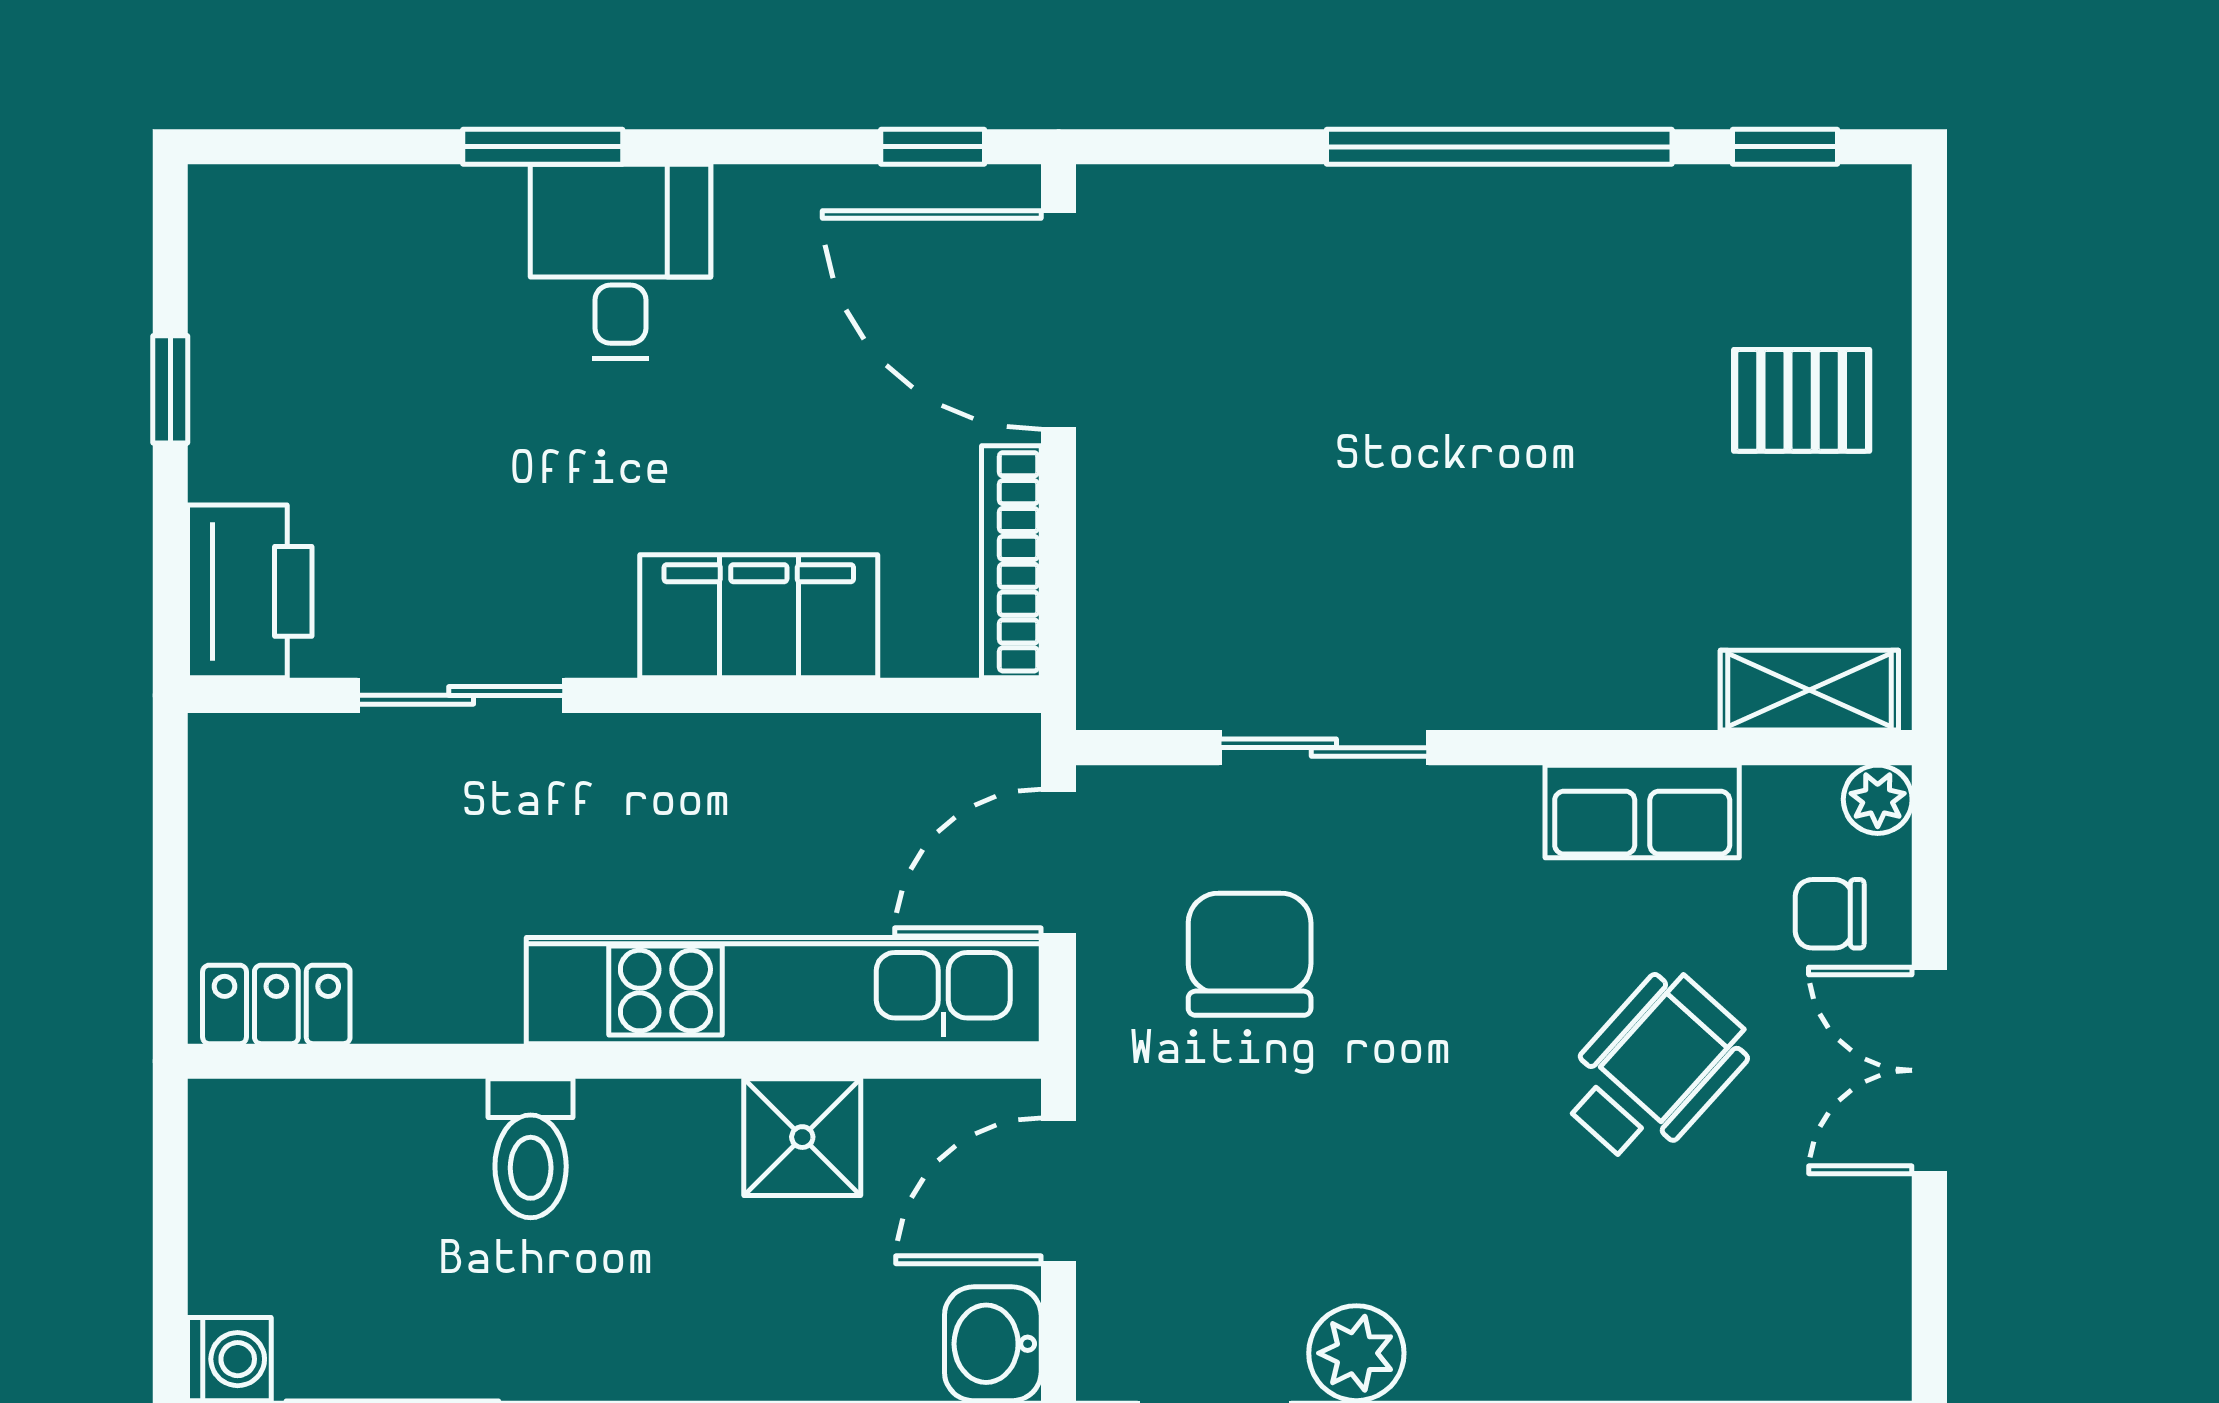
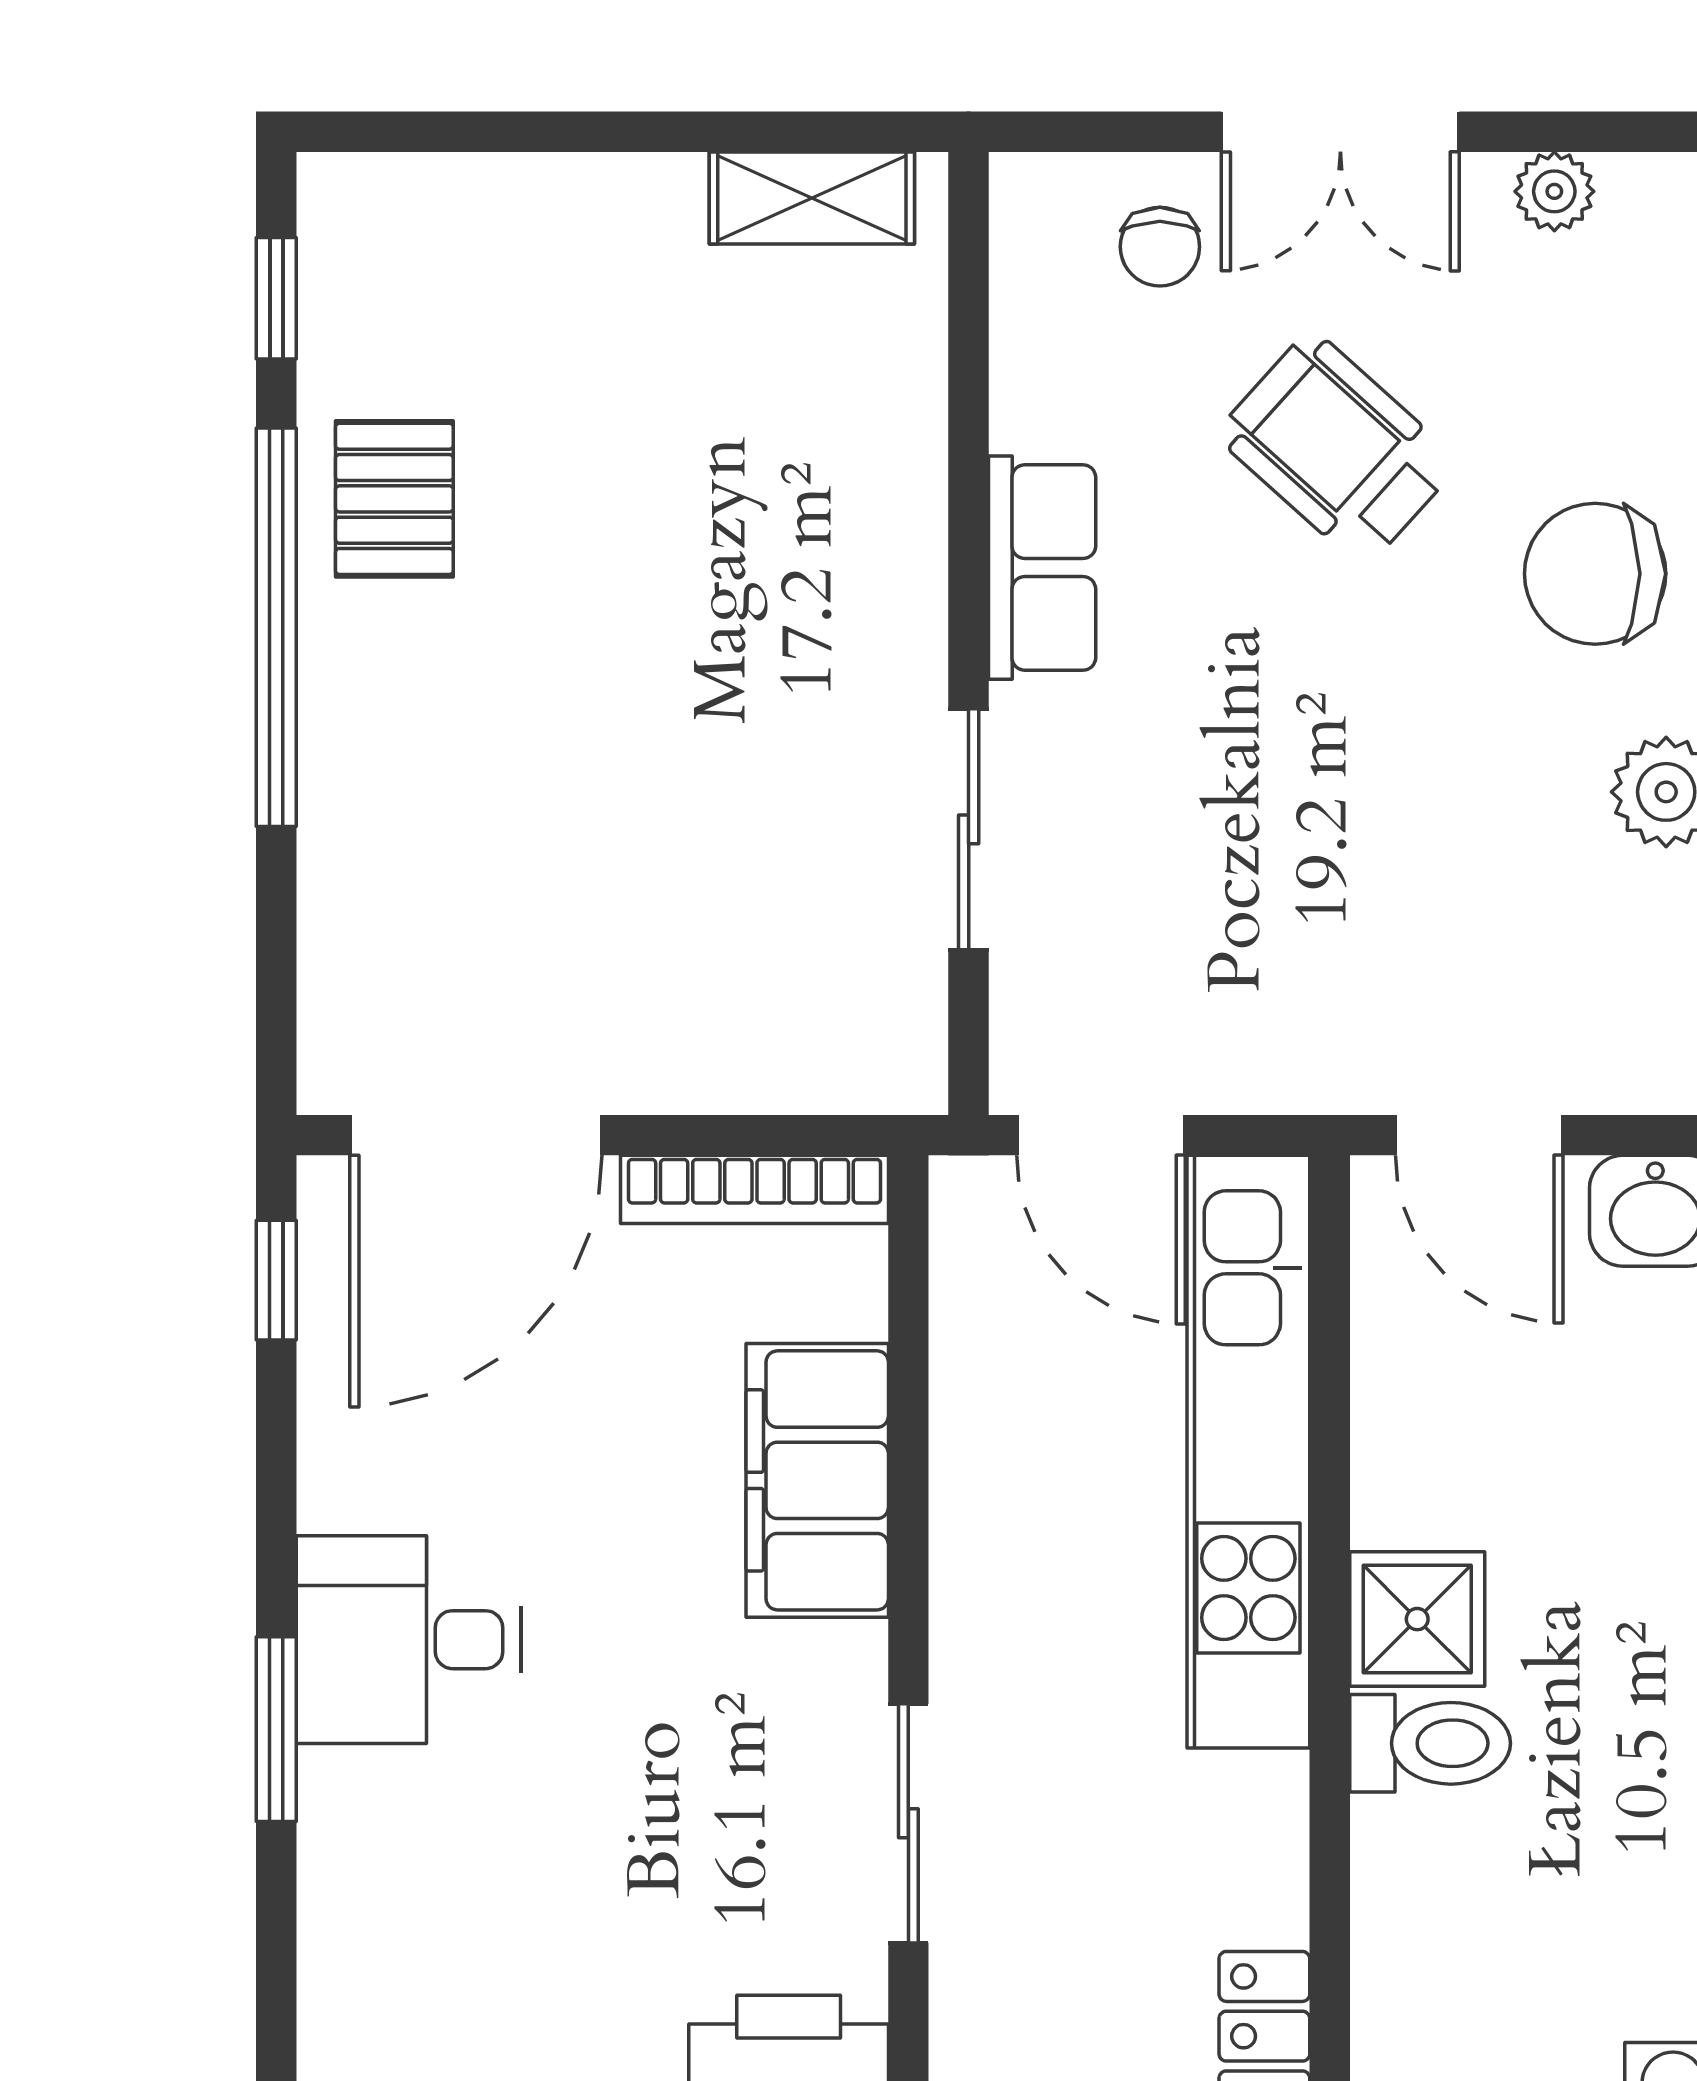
pallet: (1802, 400) -> (394, 499), moved
shelving: (1809, 690) -> (812, 198), moved, turned 90
plant: (1878, 799) -> (1554, 191), moved
row of seats: (1642, 811) -> (1042, 568), moved
chair: (1250, 954) -> (1595, 574), moved
shower: (802, 1137) -> (1417, 1619), moved

